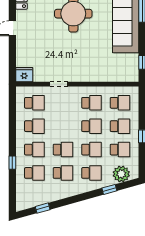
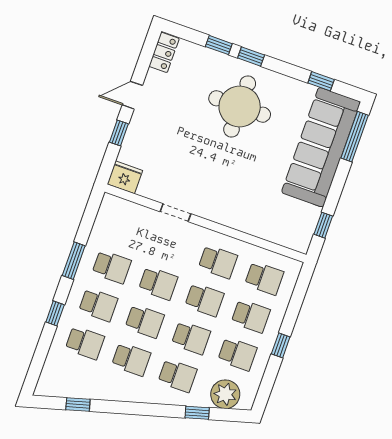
window: (12, 52) -> (119, 133), added
school desk: (34, 103) -> (158, 283), moved
window: (12, 130) -> (74, 261), added

